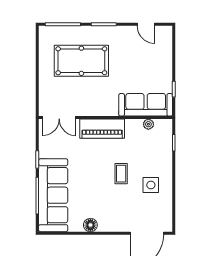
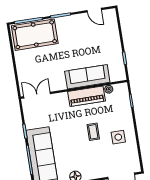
pool table: (81, 61) -> (35, 35), moved
sofa: (146, 105) -> (87, 77), moved
double door: (59, 118) -> (37, 95), swing flipped
piano: (102, 129) -> (87, 96), moved

